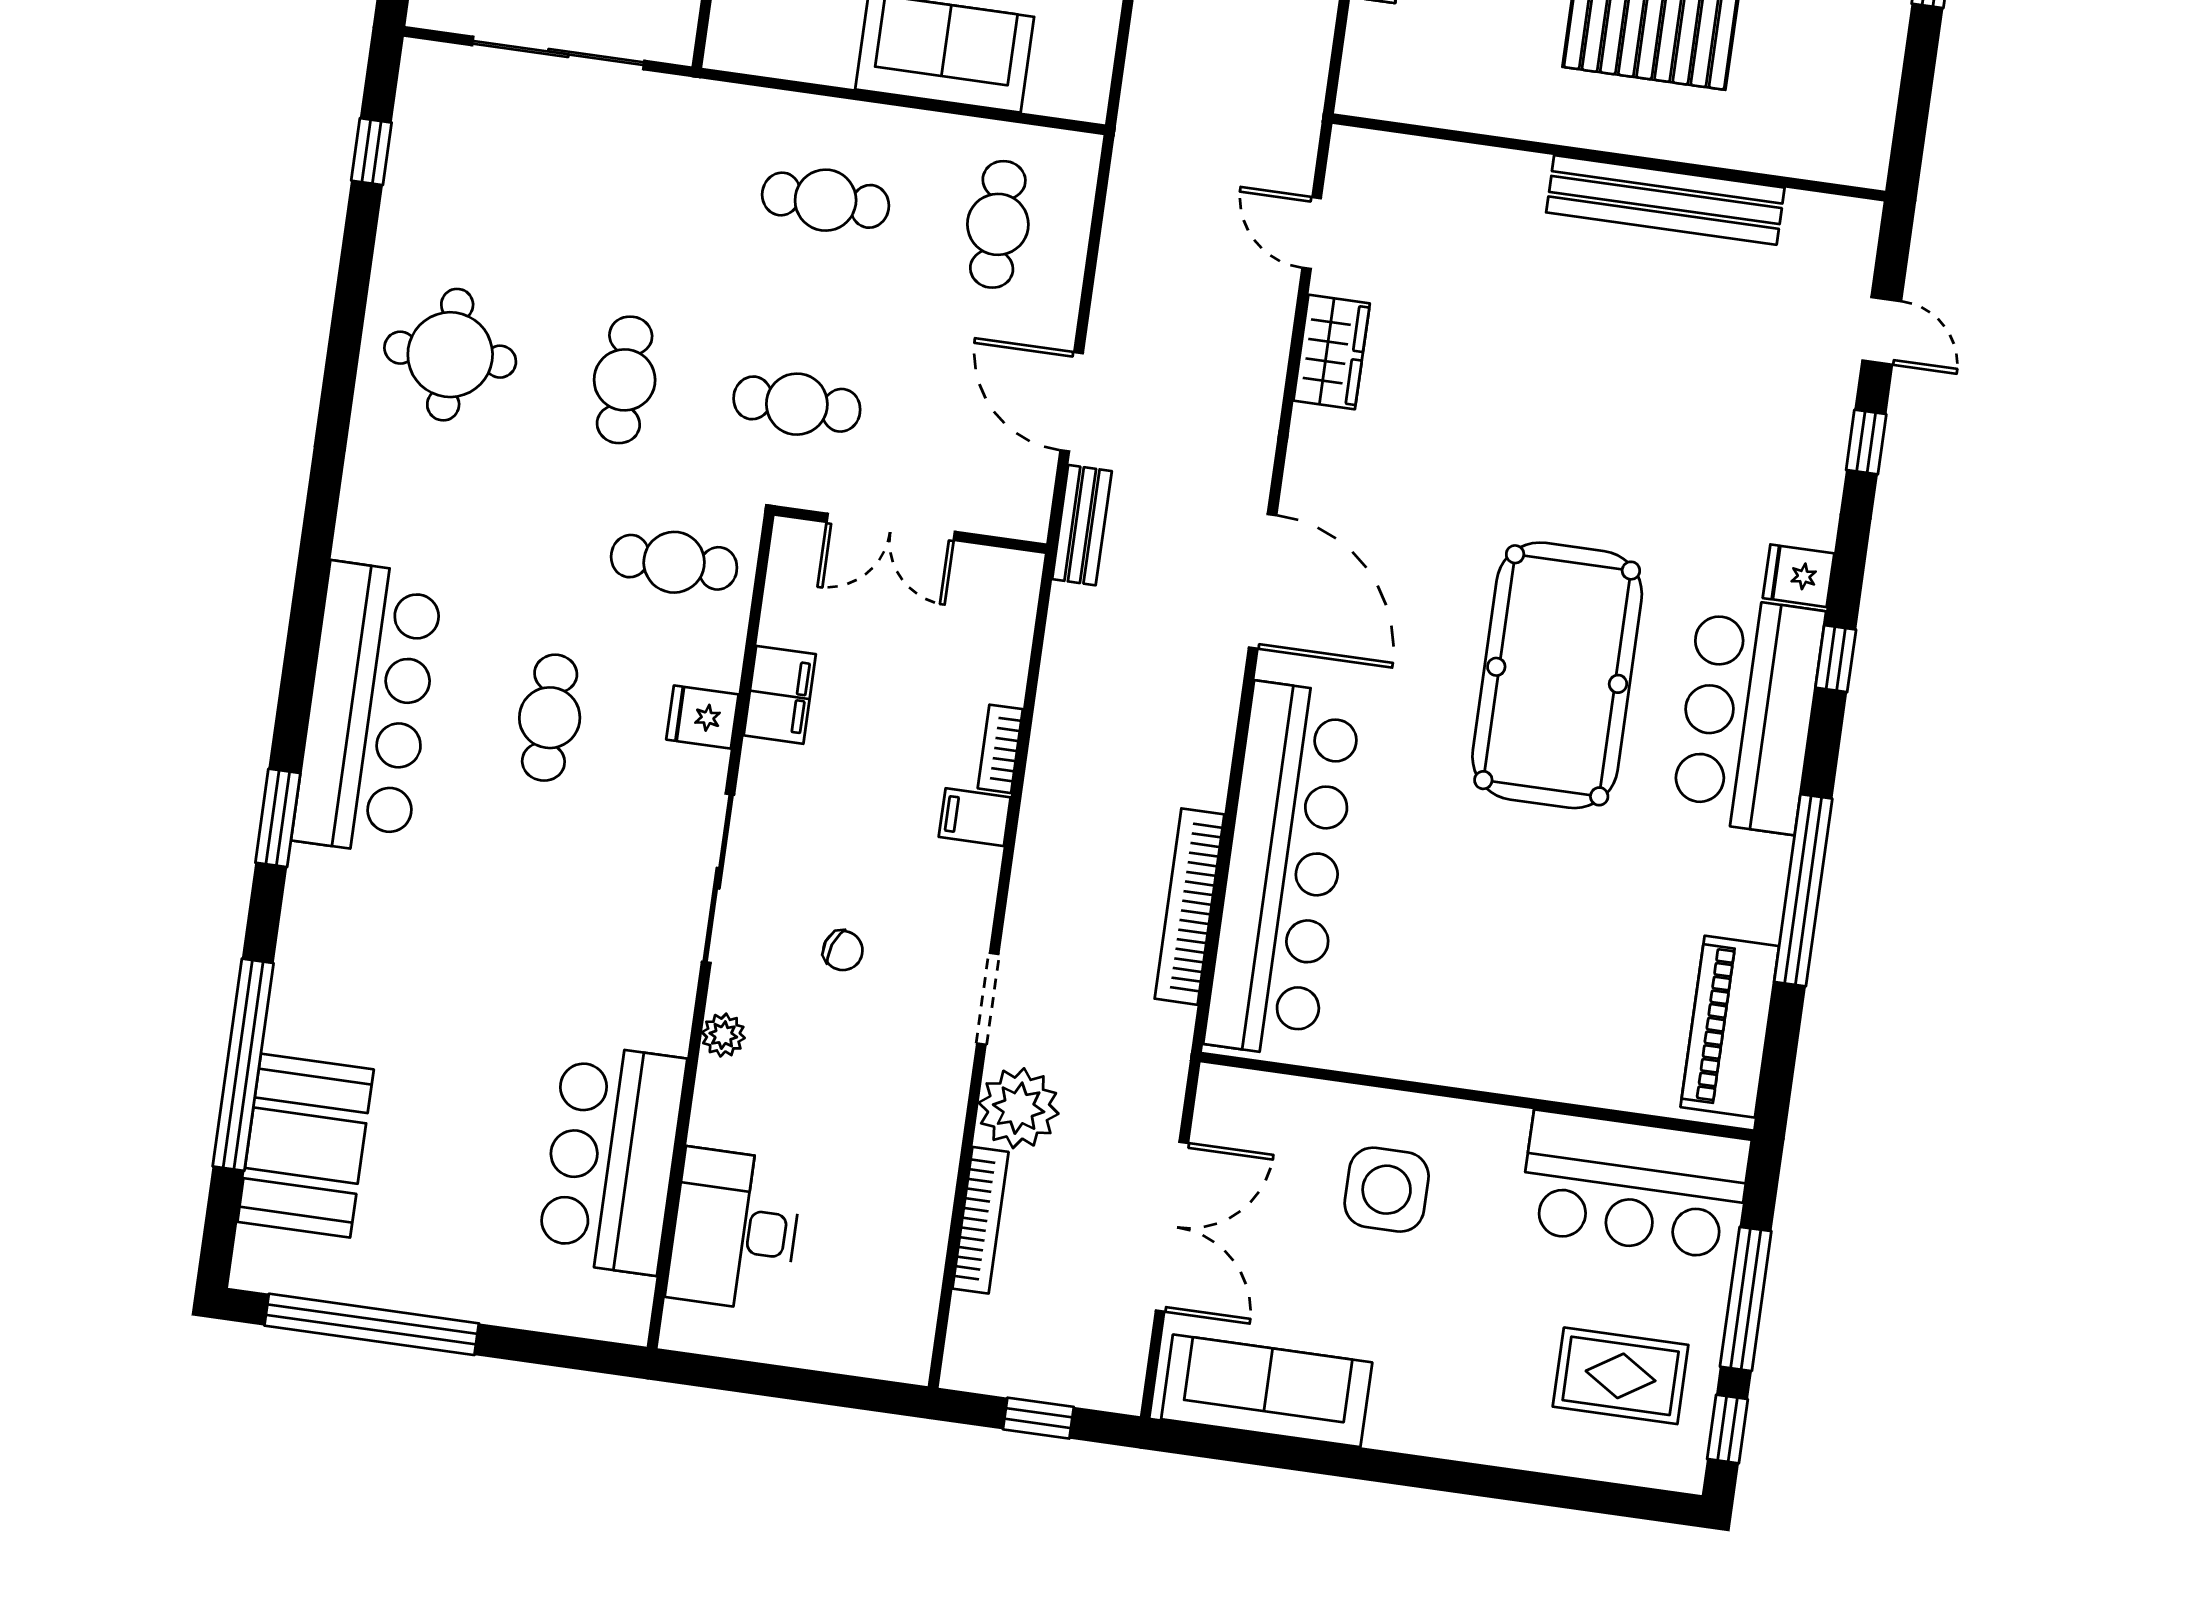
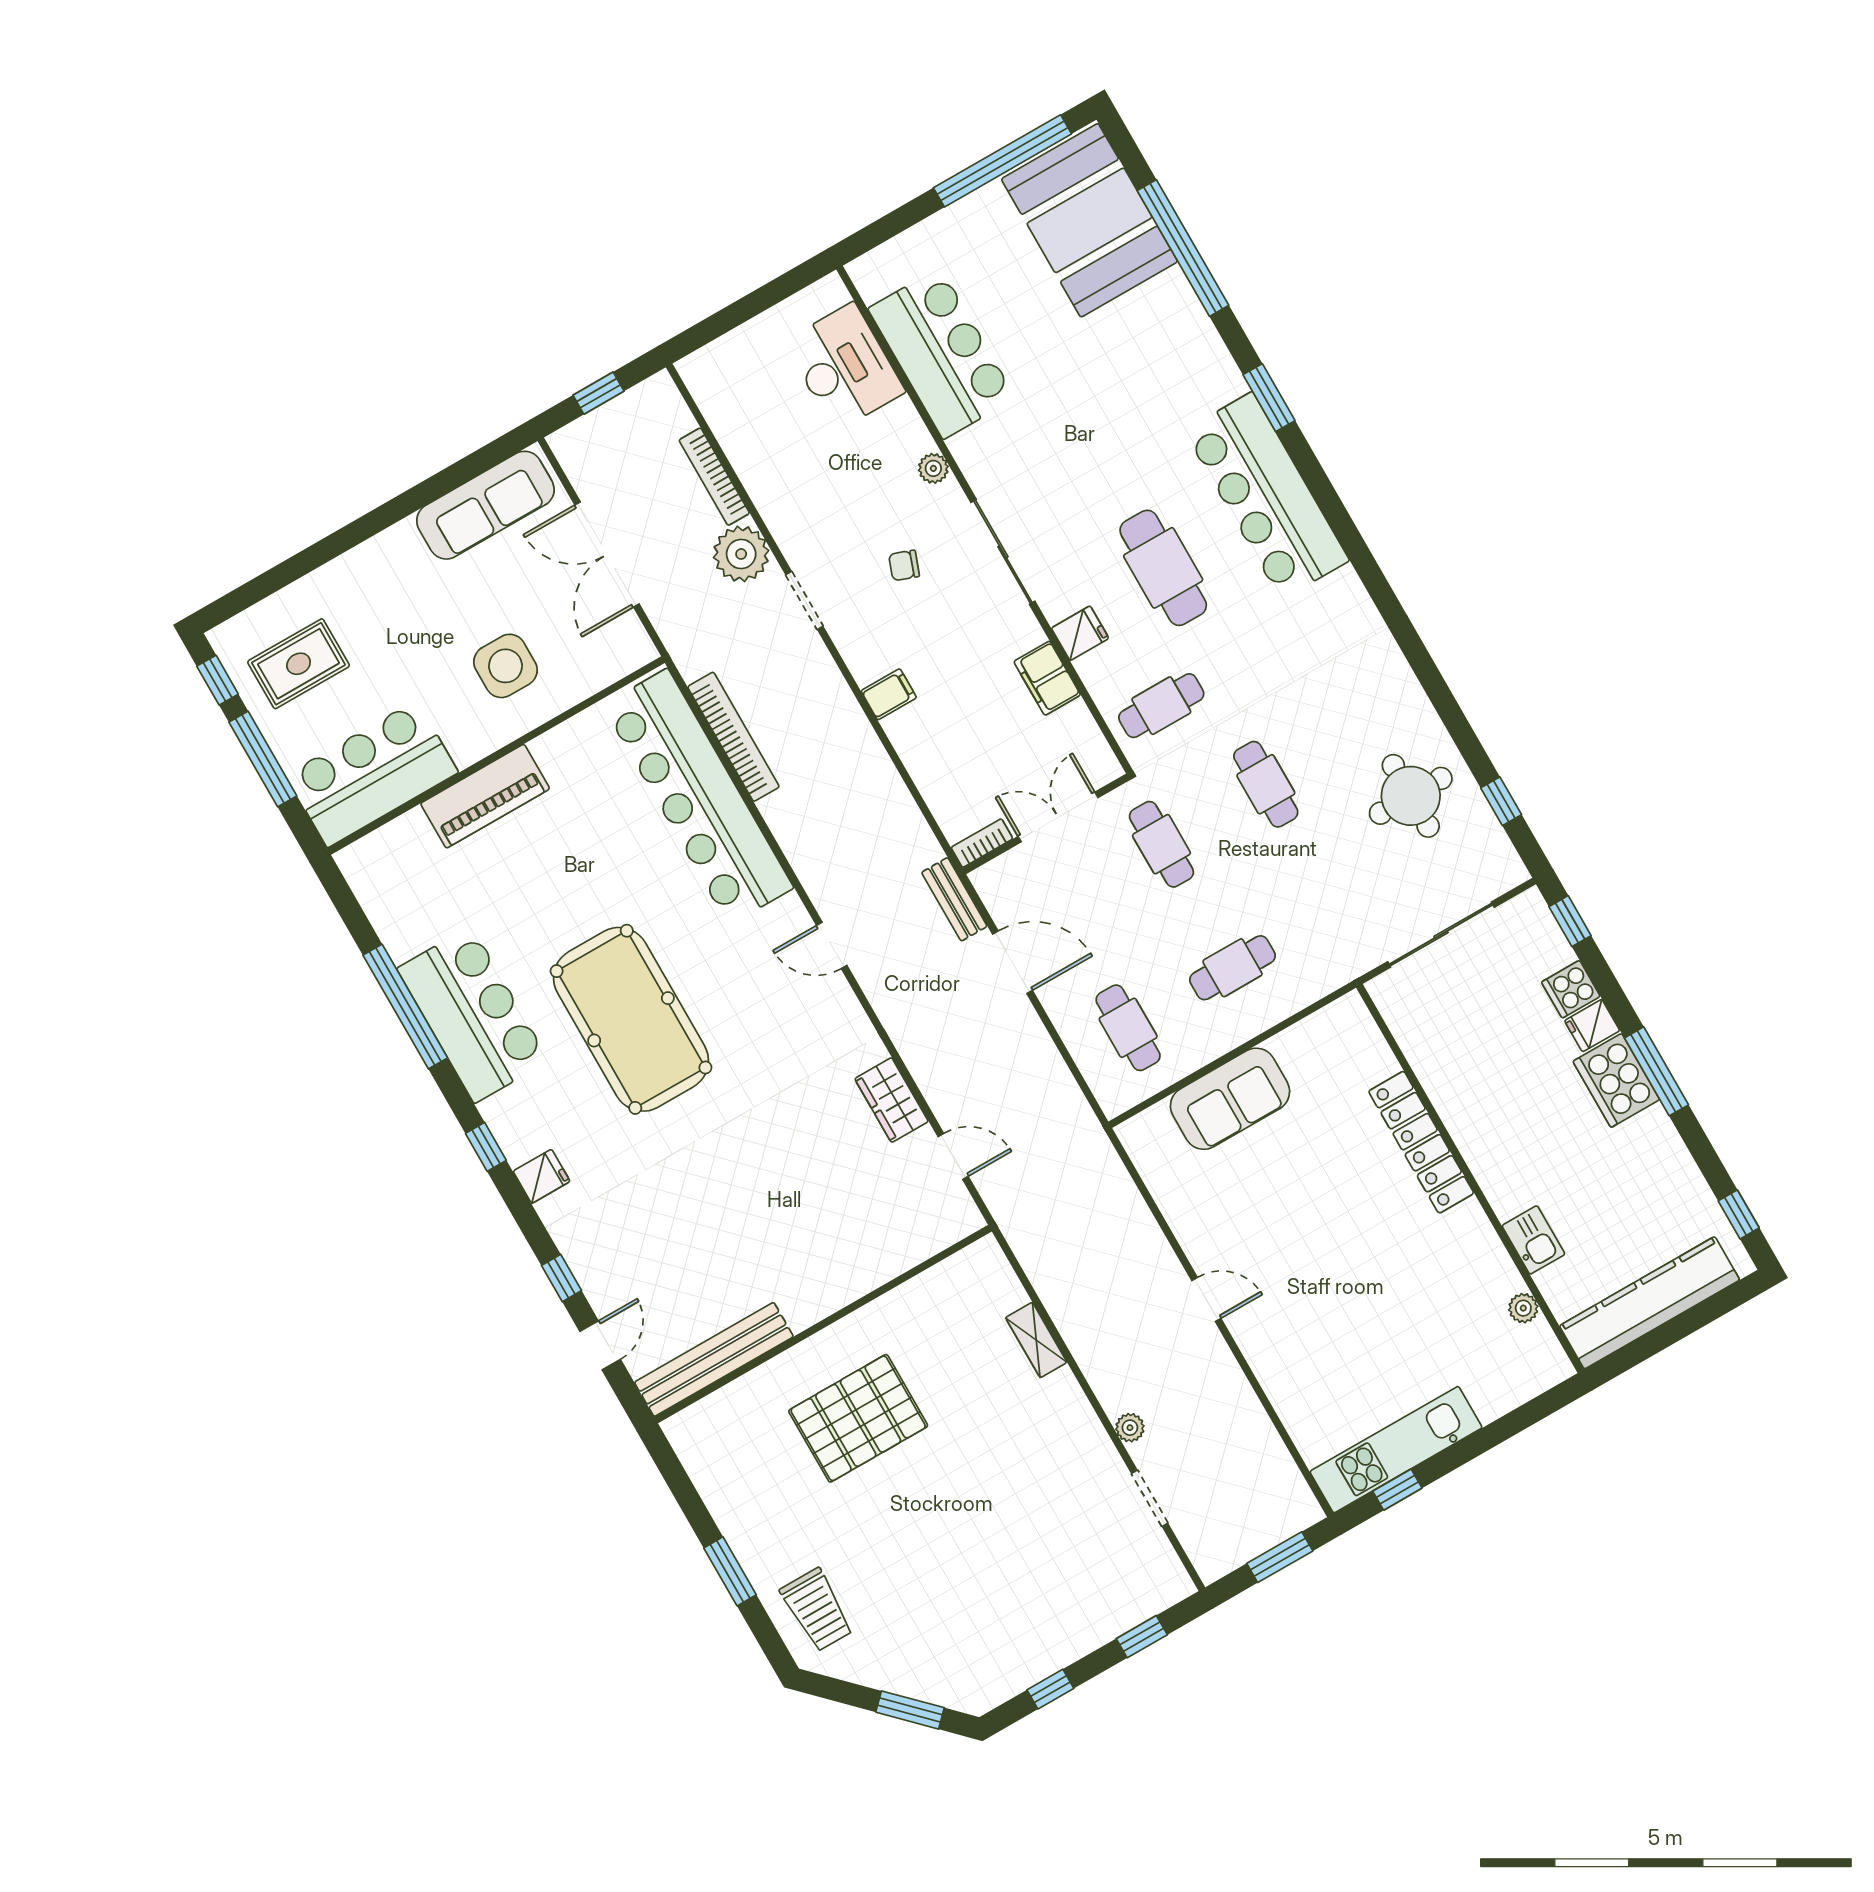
bench: (1665, 200) -> (714, 1359), moved
door: (1882, 331) -> (600, 1345), swing flipped
round table: (450, 355) -> (1411, 796), moved
cafe table: (797, 404) -> (1161, 844), turned 90
door: (1263, 581) -> (832, 945), width x0.53
bar counter: (1748, 715) -> (473, 1015), moved
cafe table: (550, 718) -> (1163, 568), width x1.37, depth x1.35
bookcase: (1000, 749) -> (982, 843), moved, turned -90
piano: (1730, 1027) -> (485, 796), moved, turned 90
booth: (306, 1146) -> (1089, 220), width x1.36, depth x1.42

